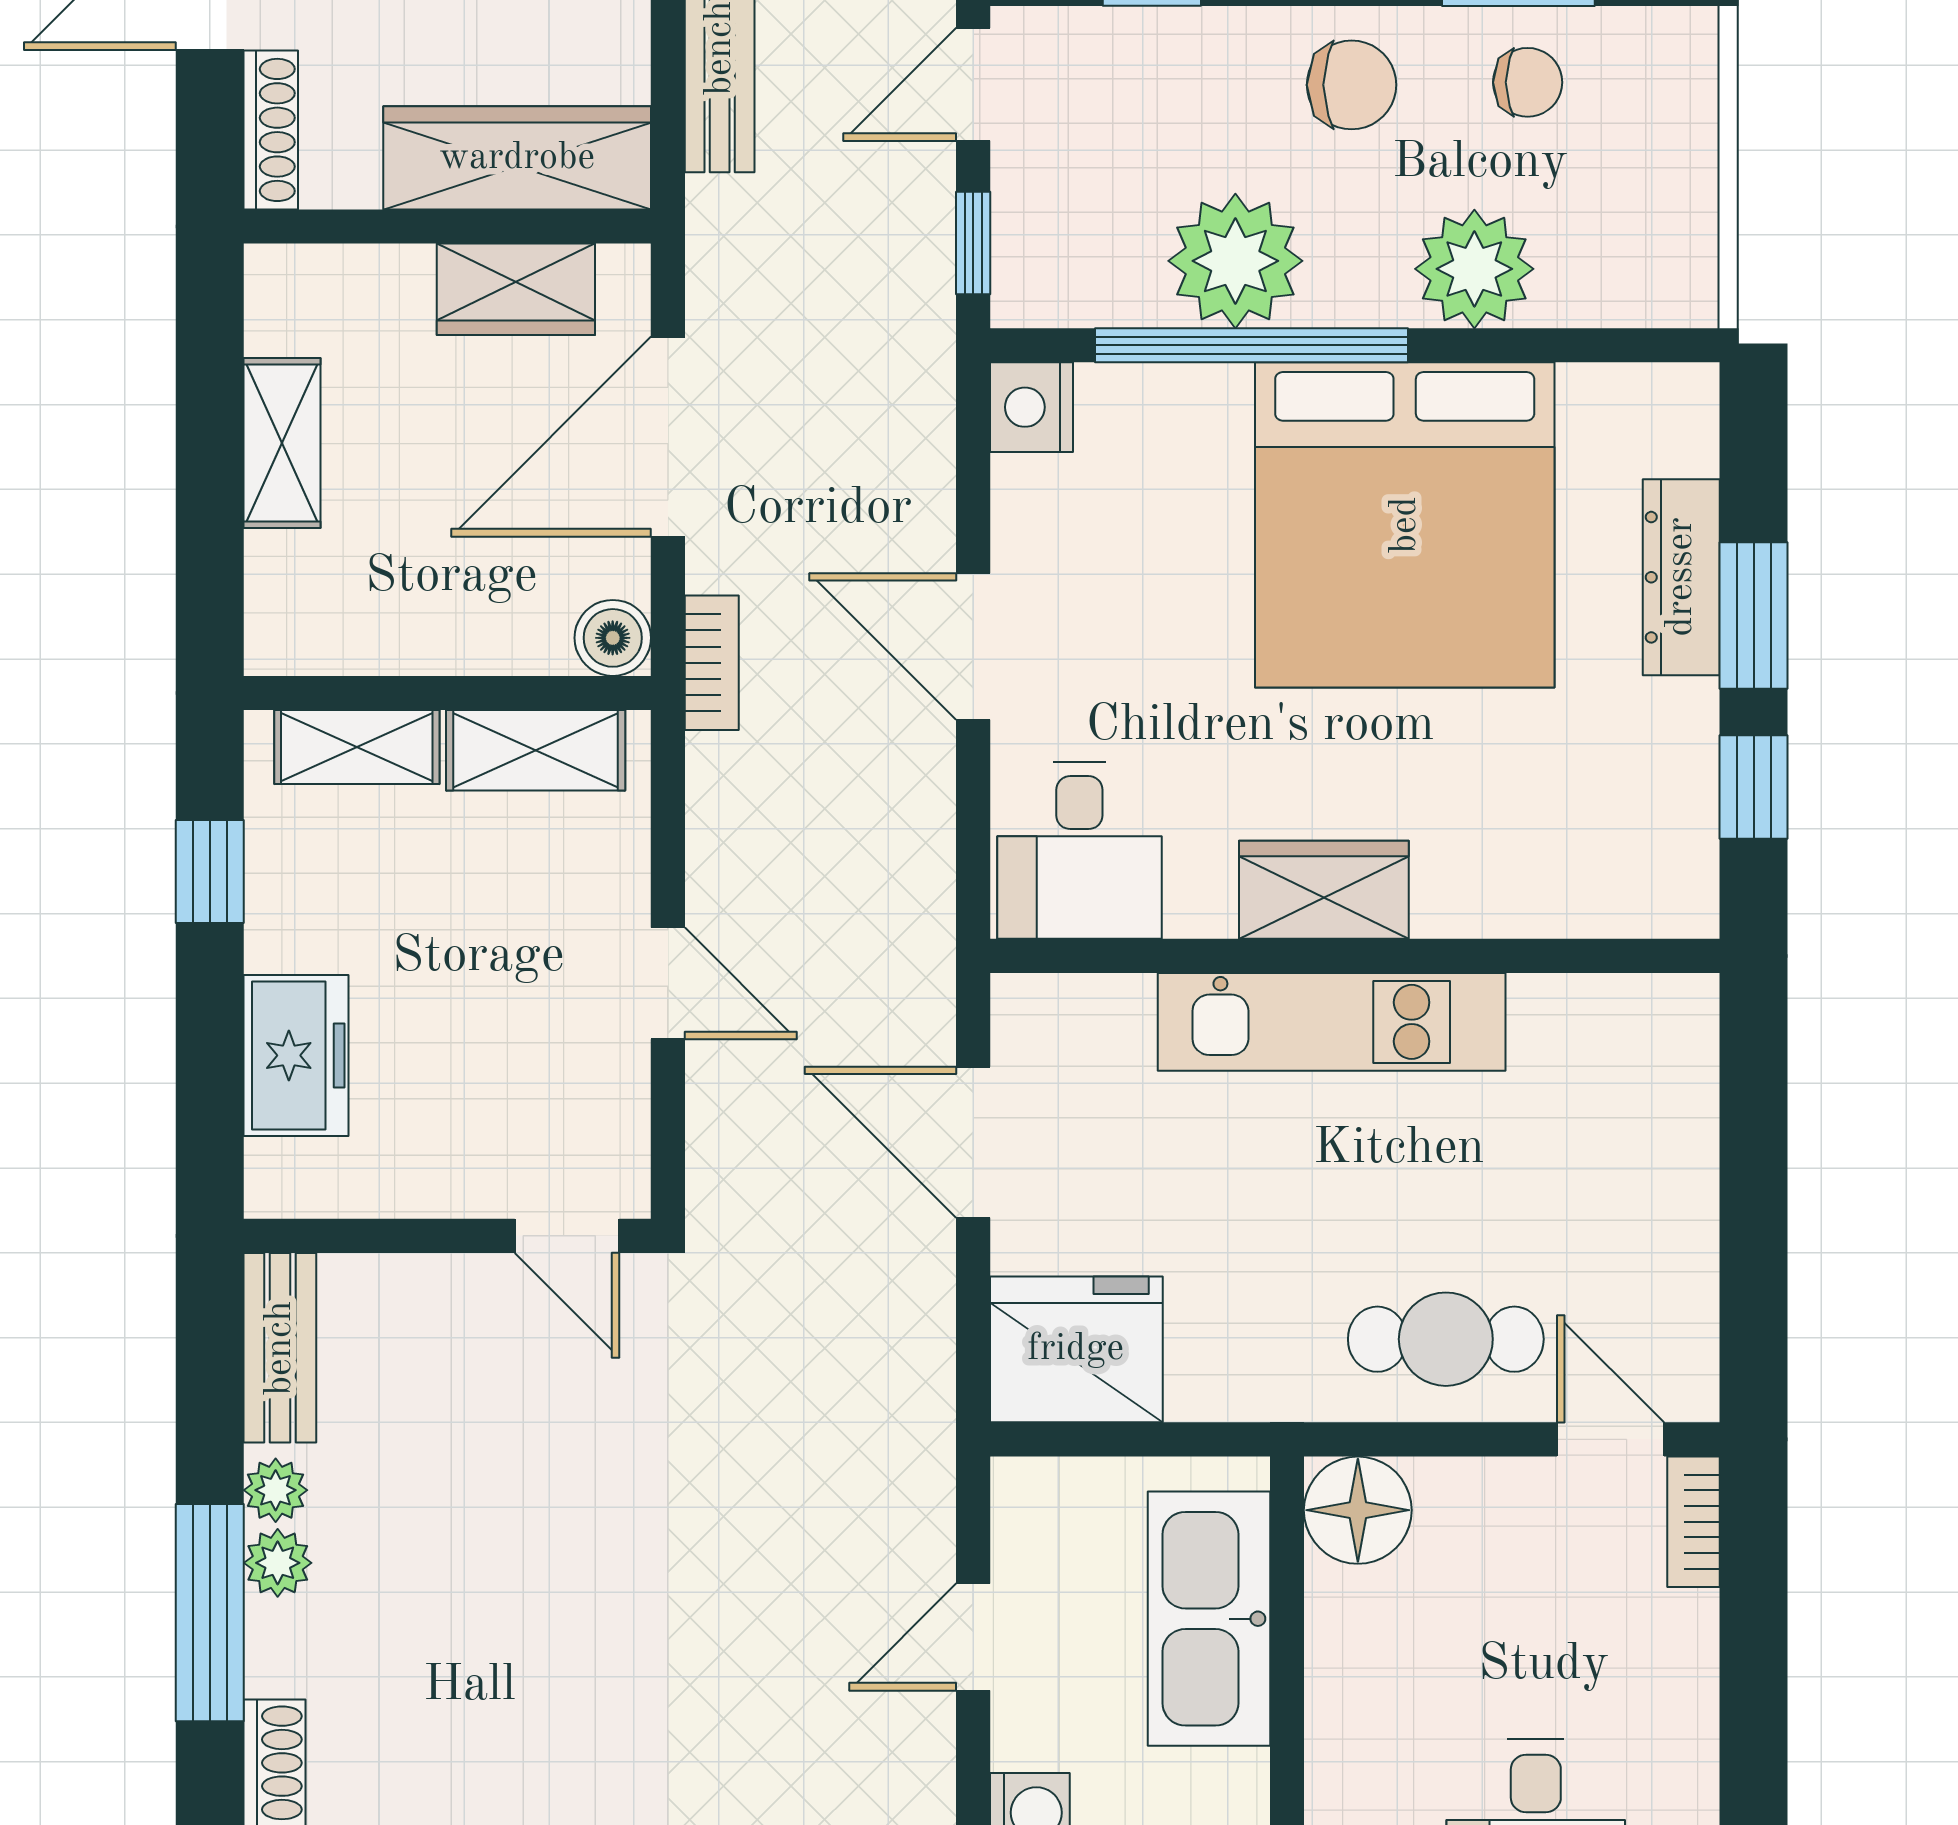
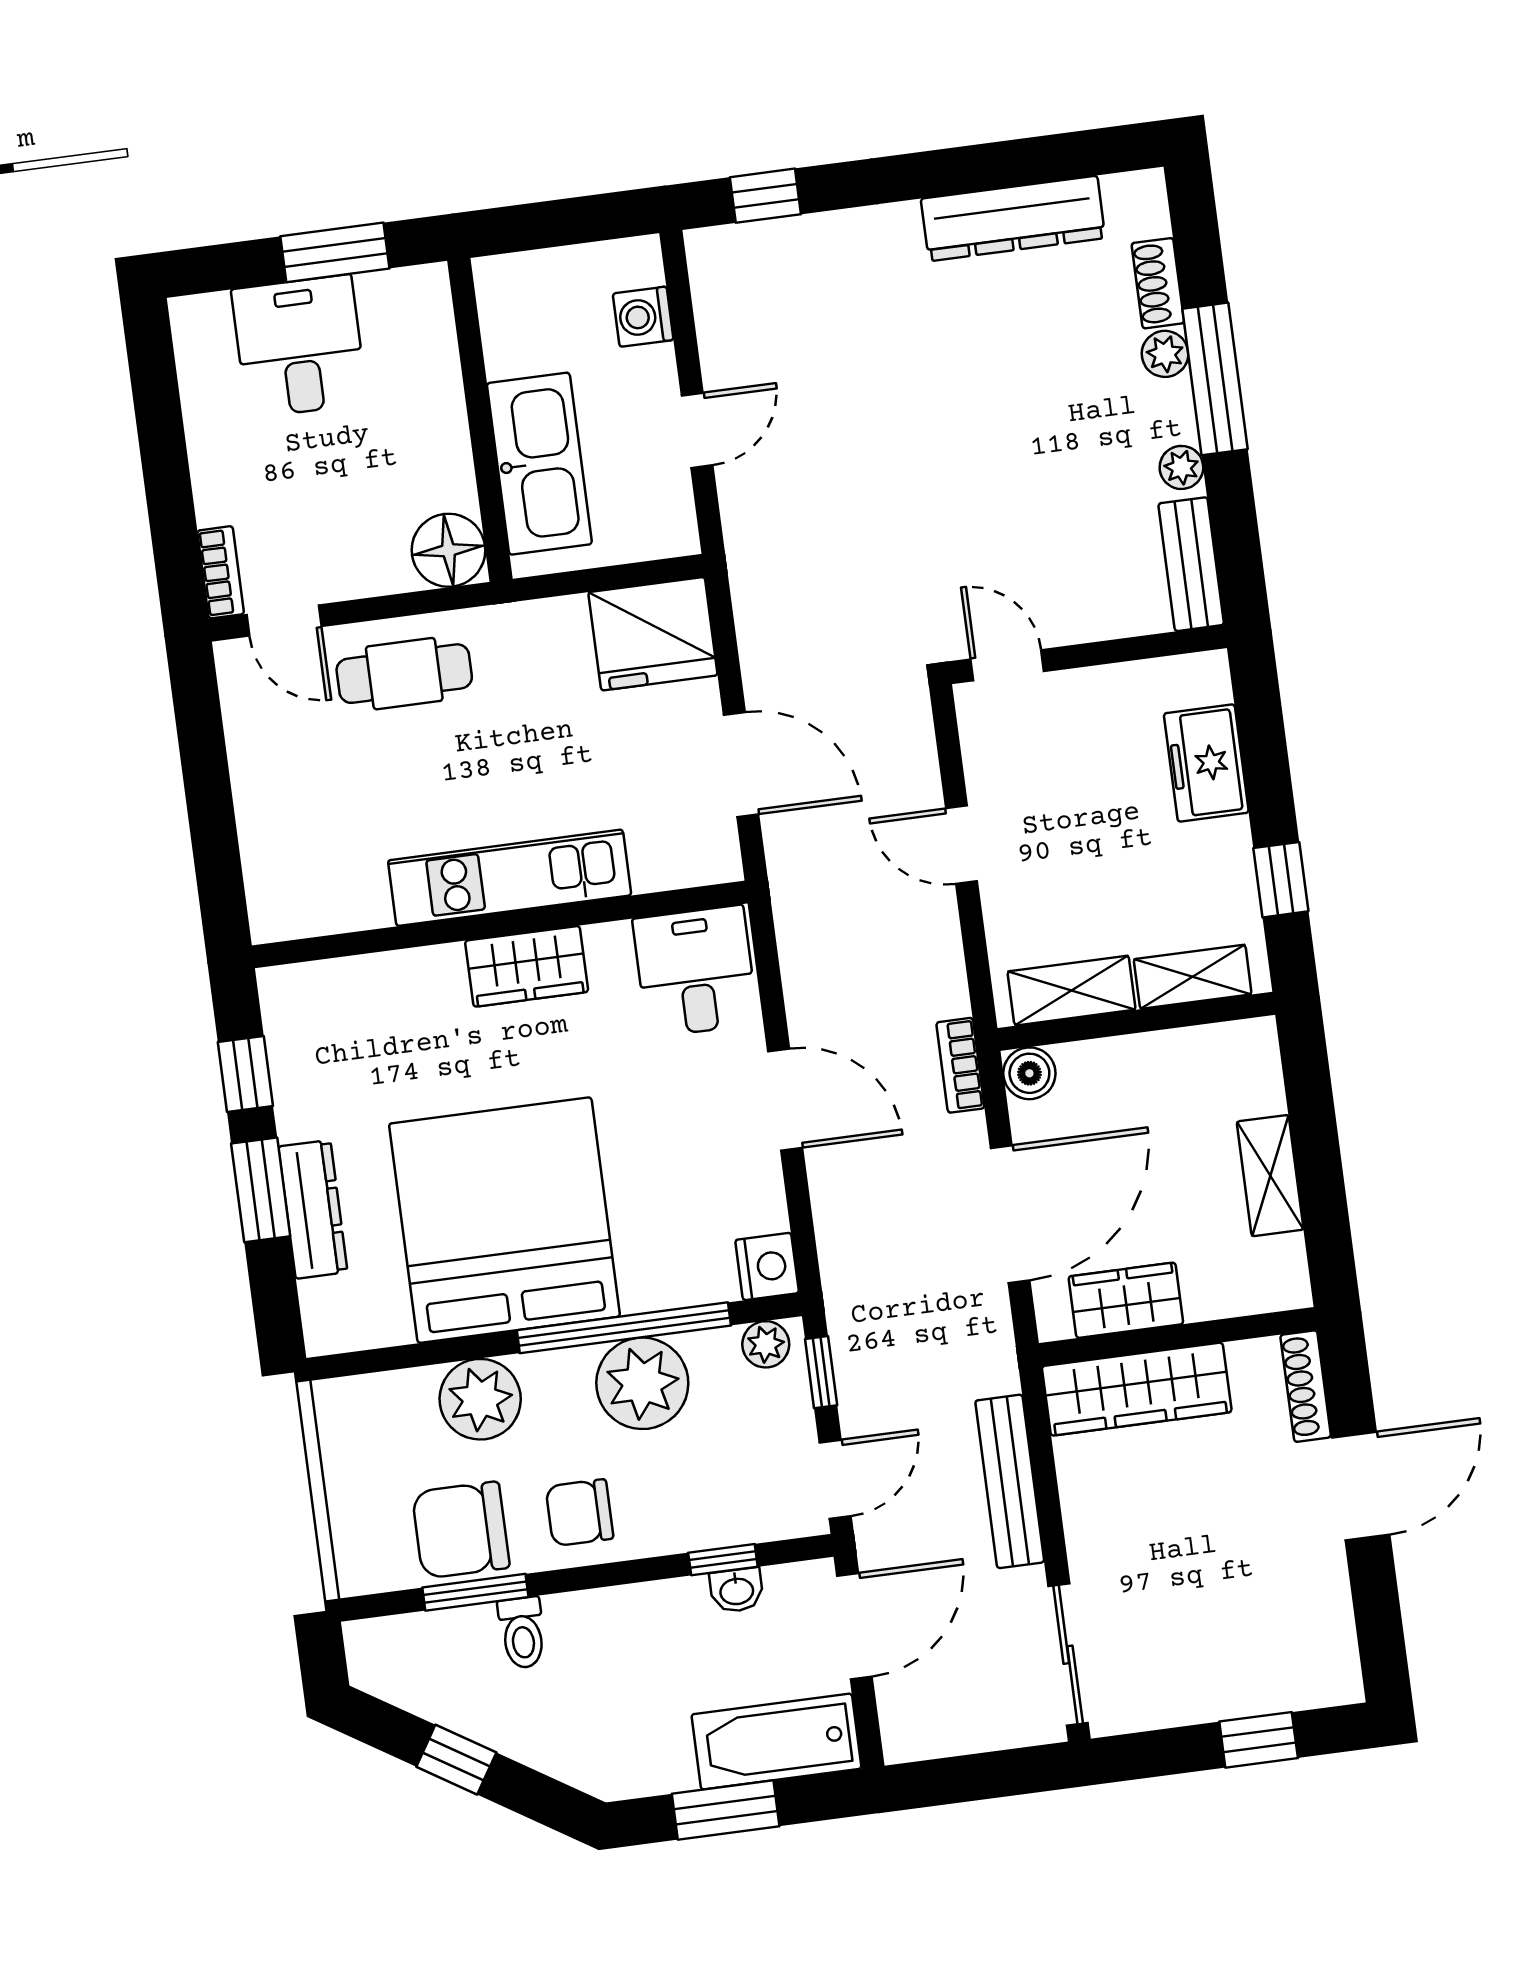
chair: (1528, 82) -> (461, 1530), width x1.87, depth x1.87
plant: (1048, 294) -> (766, 1344), added
plant: (278, 1563) -> (1165, 354), moved

